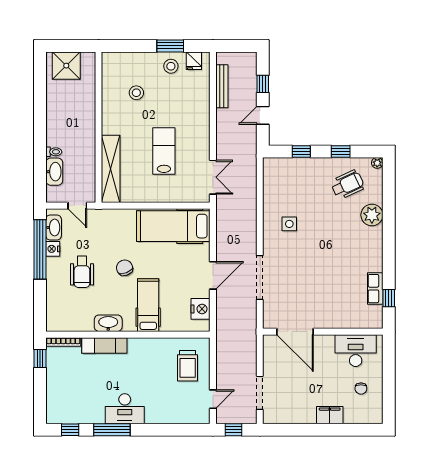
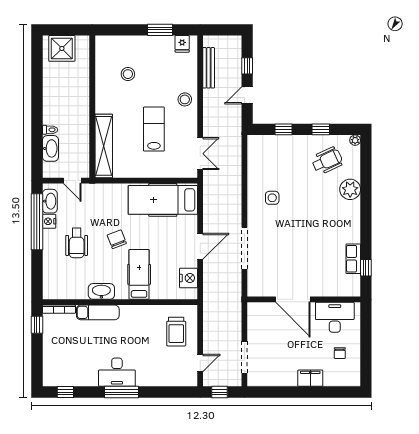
stool: (171, 66) -> (185, 99), moved
door: (295, 332) -> (293, 299), moved
window: (112, 430) -> (121, 392), moved

